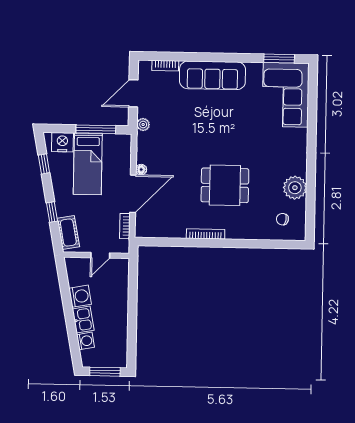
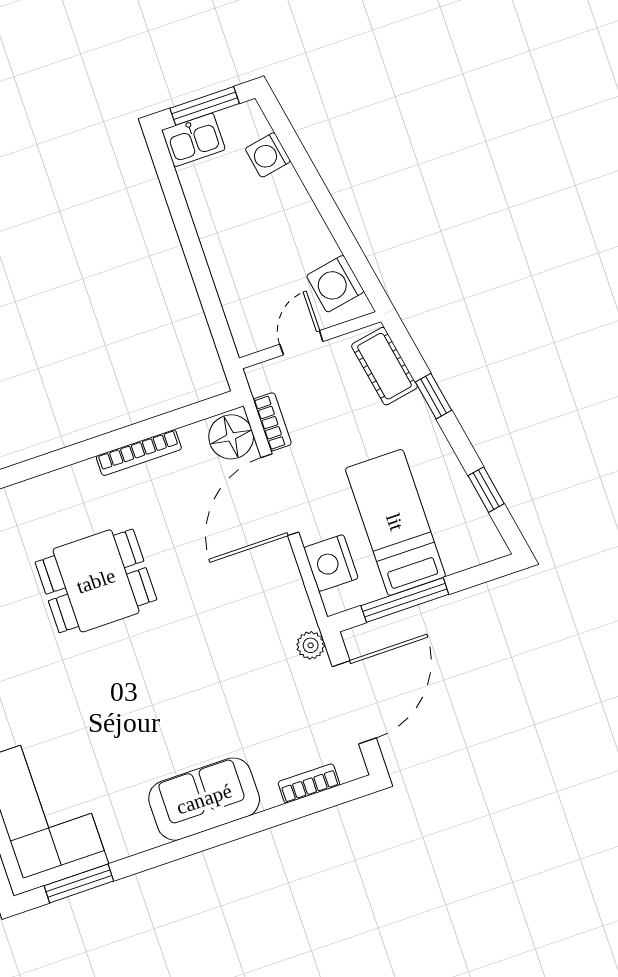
sofa: (212, 75) -> (204, 799), width x0.73
door: (133, 93) -> (354, 702), width x1.36
nightstand: (62, 142) -> (331, 563), moved, turned 90
floor lamp: (141, 170) -> (231, 437), moved, width x1.89, depth x1.89
bookcase: (206, 234) -> (139, 453), moved
washing machine: (80, 296) -> (335, 284), moved
kitchen sink: (83, 320) -> (193, 140), moved, turned -79

